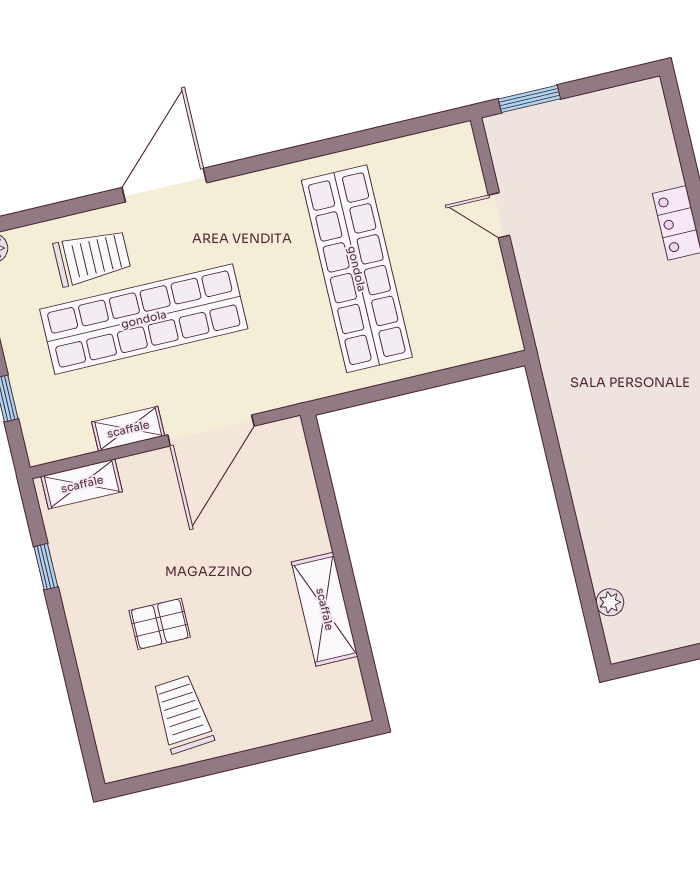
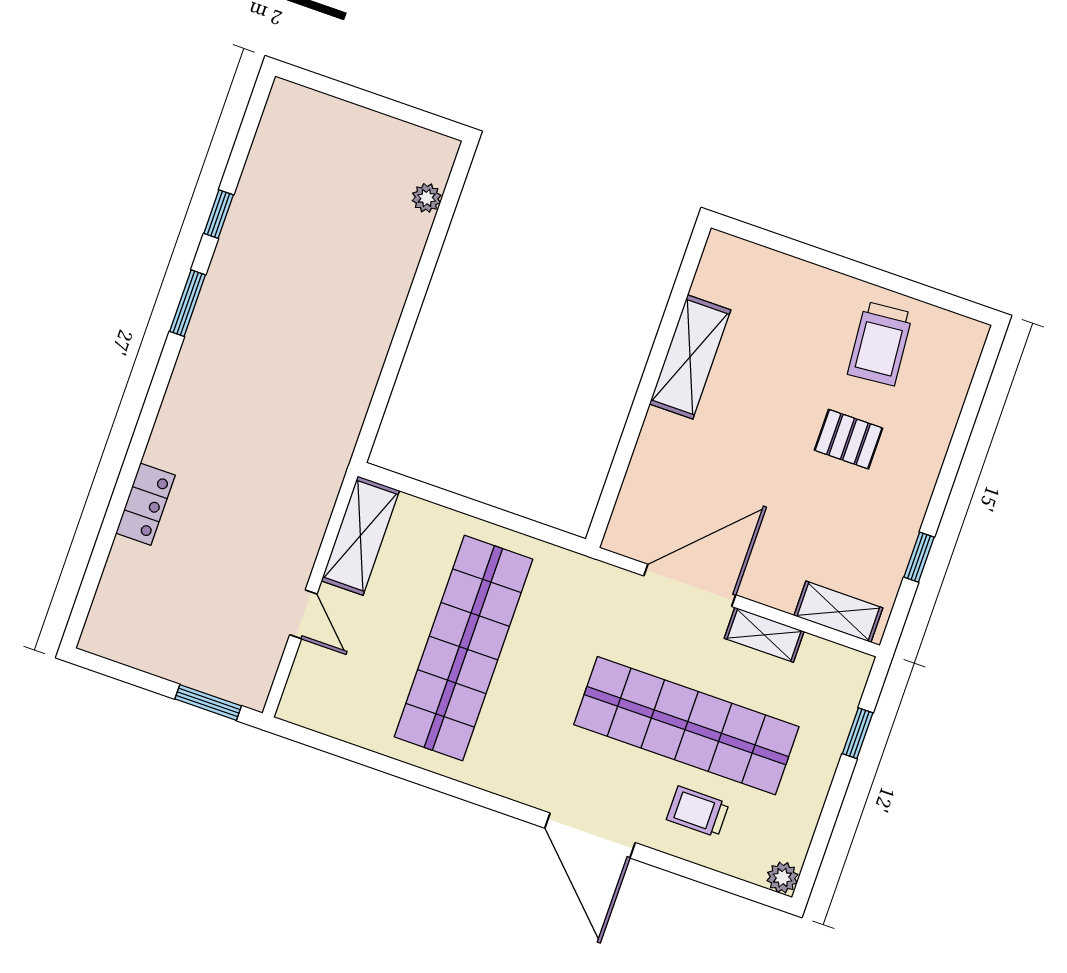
door: (164, 185) -> (590, 835), hinge flipped
trolley: (92, 257) -> (698, 812), width x0.73, depth x0.72
shelving: (493, 305) -> (360, 536), added

